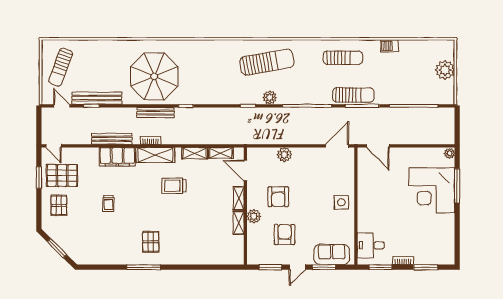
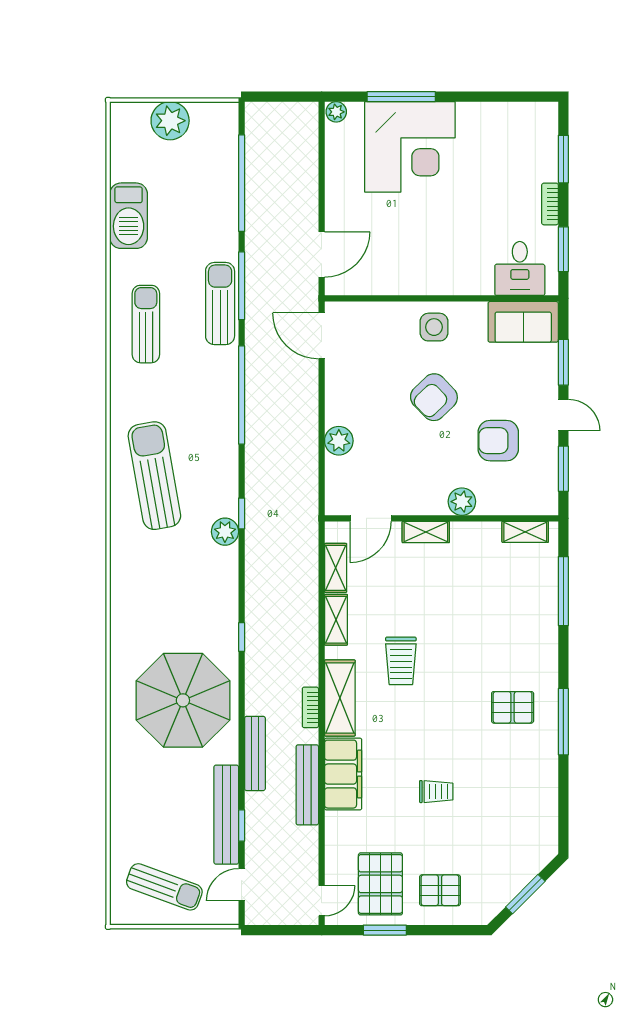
barbecue: (390, 46) -> (129, 216), width x1.88, depth x1.53
plant: (270, 97) -> (225, 532), moved
bench: (156, 113) -> (255, 753), moved
armchair: (278, 197) -> (434, 397), moved, turned 136
shelving: (239, 223) -> (525, 532), moved
sofa: (332, 255) -> (523, 322), moved, turned -90
window: (209, 267) -> (563, 591), added

